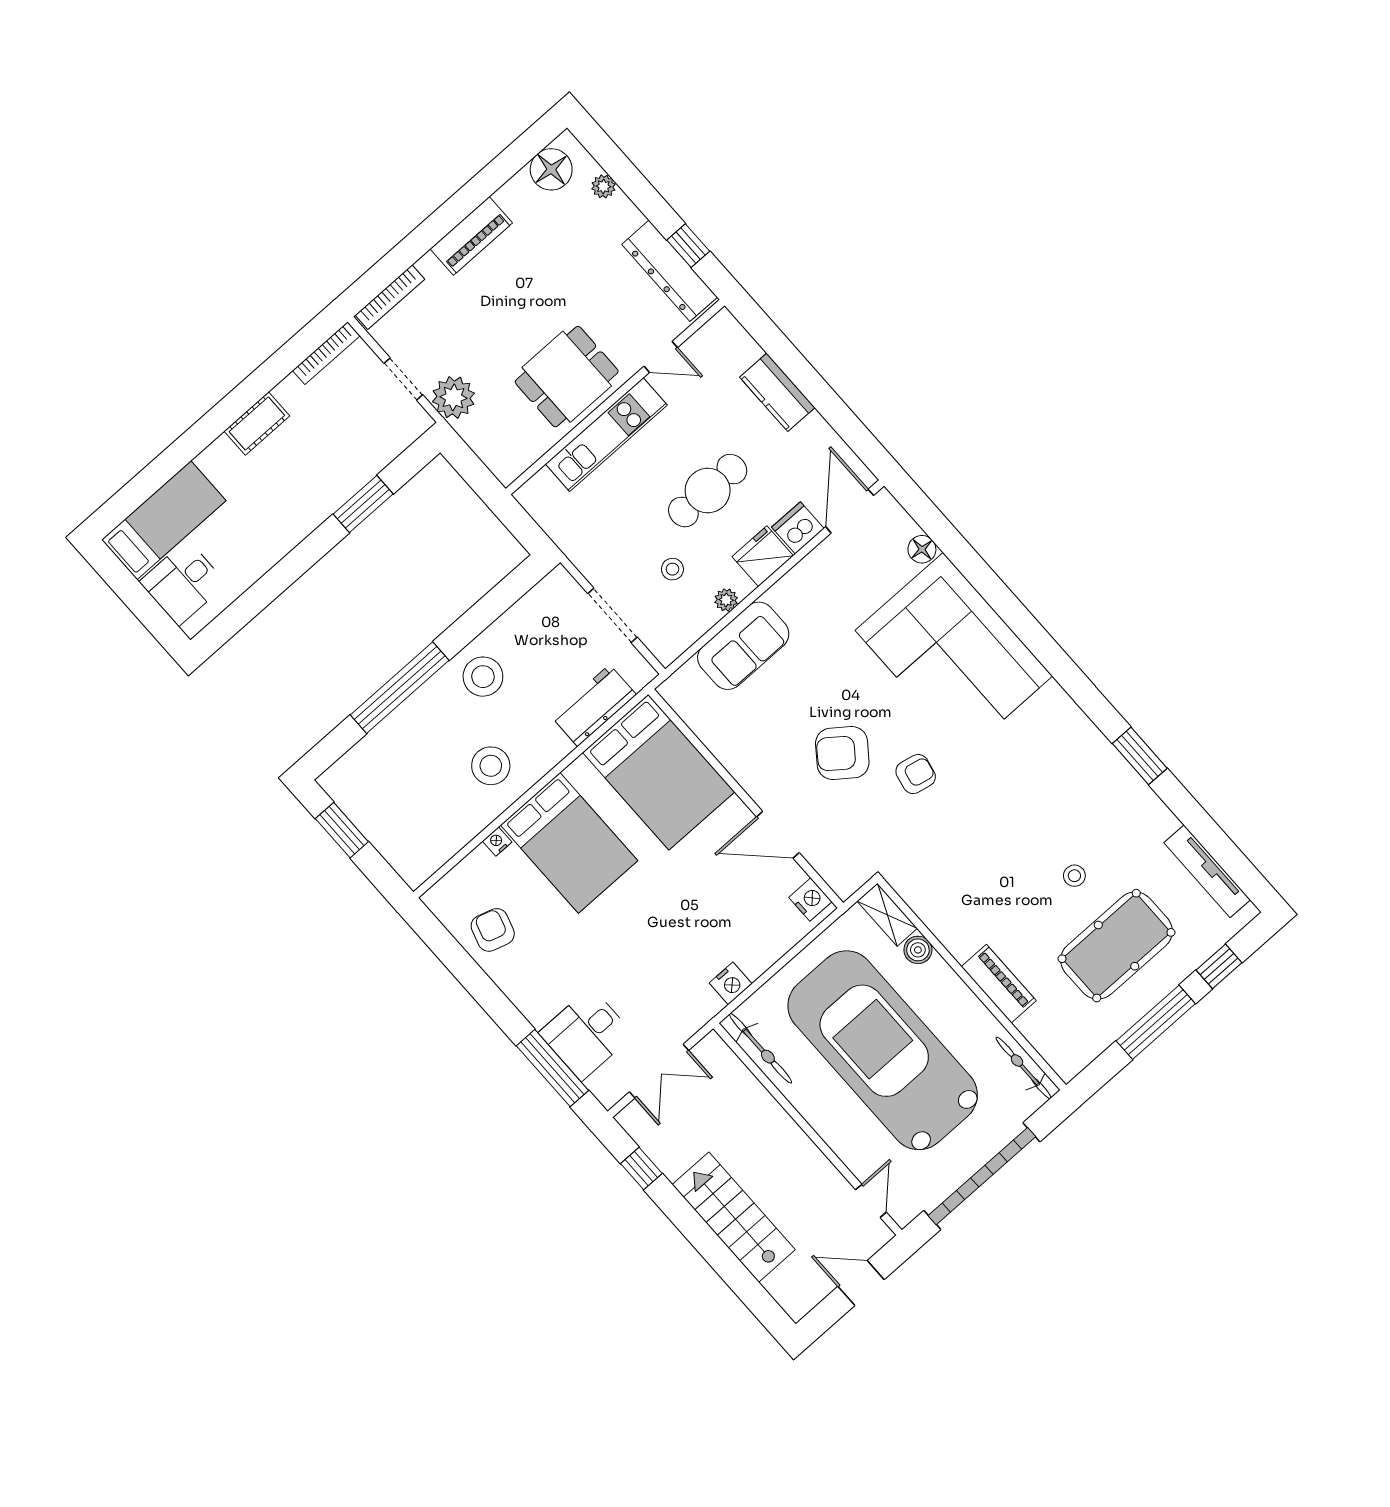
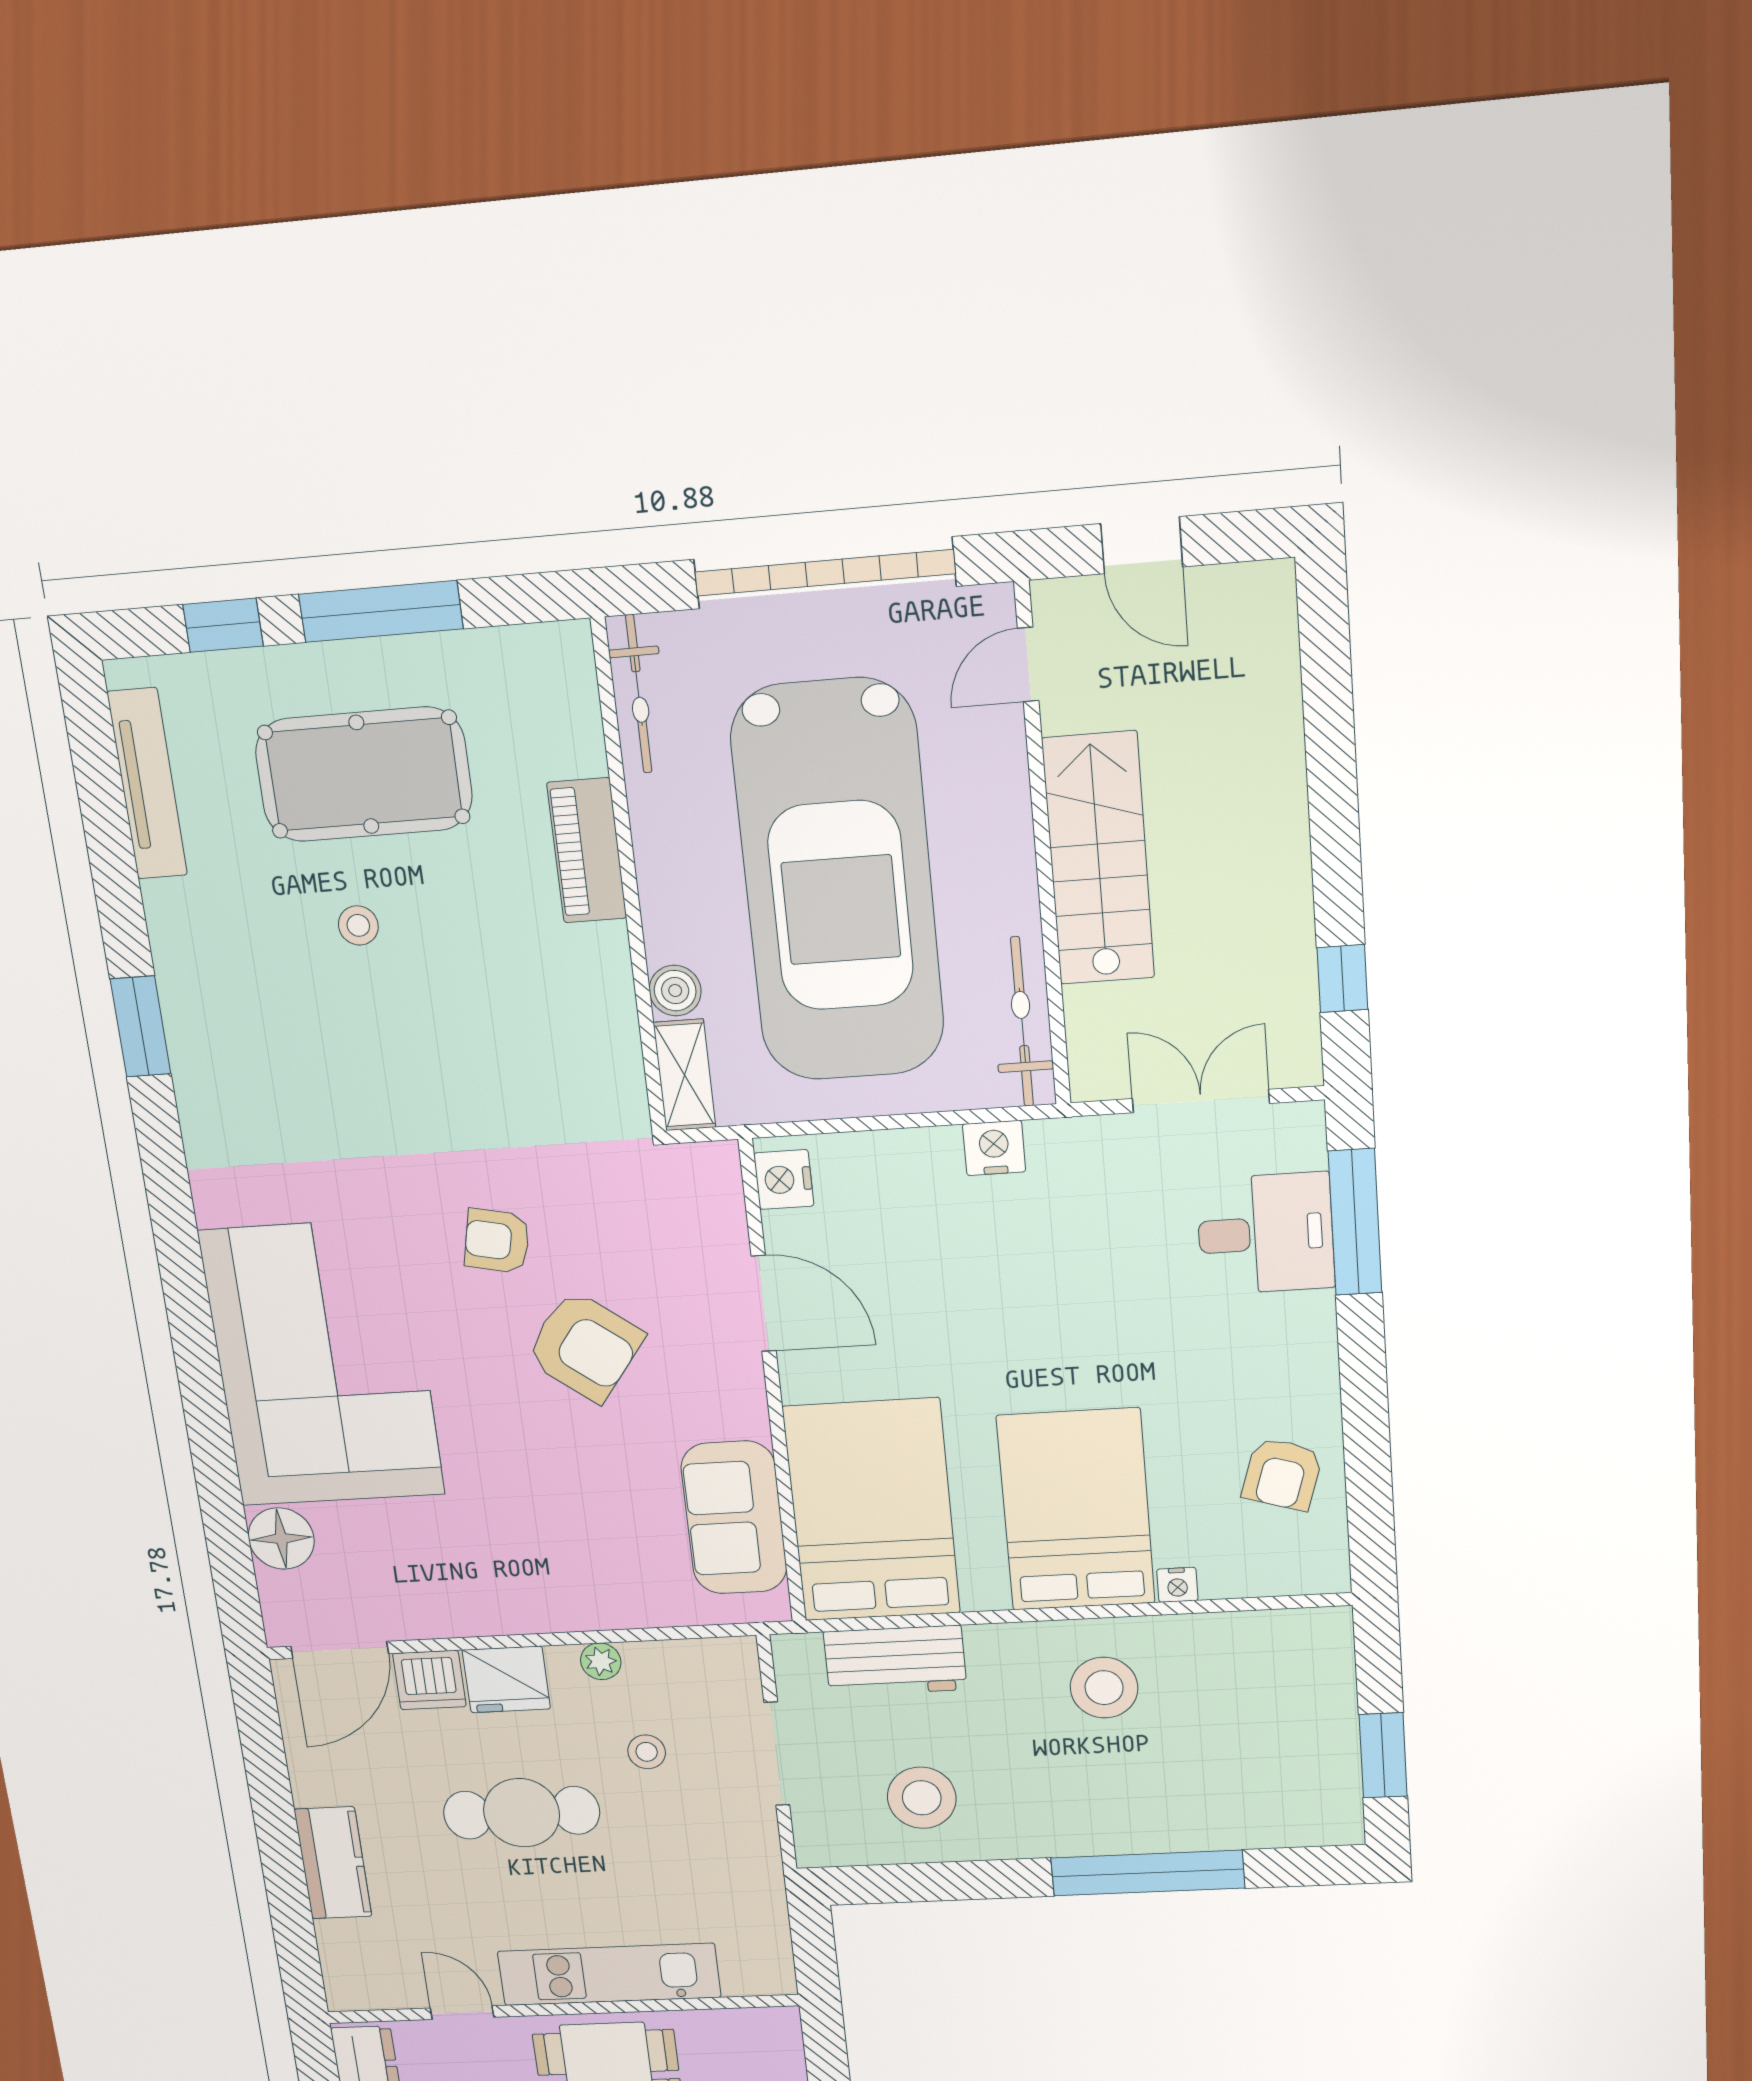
floor lamp: (922, 549) -> (281, 1539), width x1.38, depth x1.38
sofa: (743, 646) -> (734, 1518), moved, turned -90
stool: (483, 677) -> (922, 1798), moved
stairs: (734, 1217) -> (1098, 859), moved, turned 180

